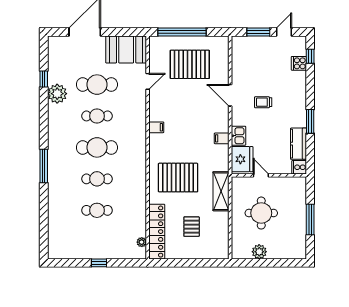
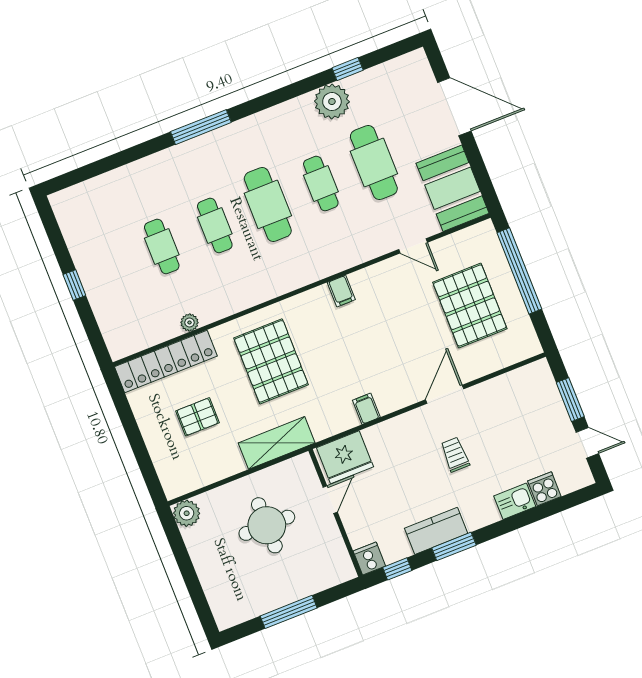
window: (310, 56) -> (397, 569), moved
kitchen sink: (238, 136) -> (515, 501), moved, turned 180
kitchen counter: (298, 144) -> (436, 531), moved
plant: (142, 242) -> (189, 322), moved
plant: (259, 252) -> (187, 513), moved

